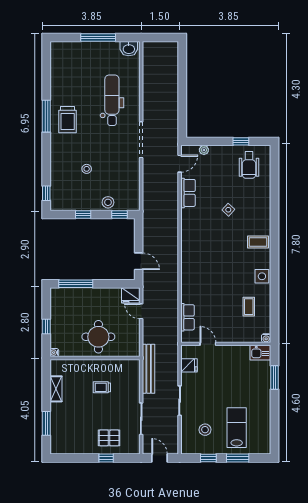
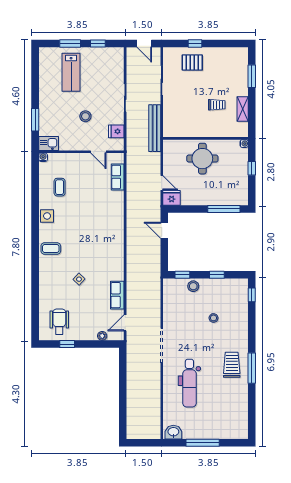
trolley: (102, 387) -> (217, 105), moved
stool: (205, 430) -> (85, 116), moved

